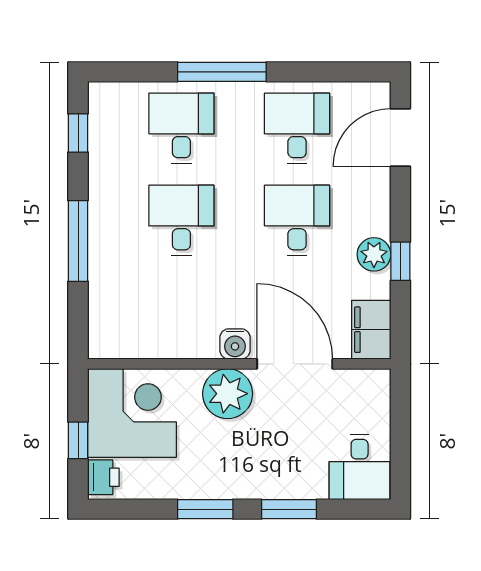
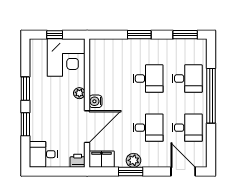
window: (222, 72) -> (211, 96), width x1.46
window: (78, 133) -> (185, 35), width x1.50
window: (78, 241) -> (139, 35), width x0.69
window: (400, 261) -> (131, 172), width x1.50
plant: (228, 394) -> (79, 93), width x0.53, depth x0.53
printer: (103, 477) -> (78, 161), moved, turned 180

